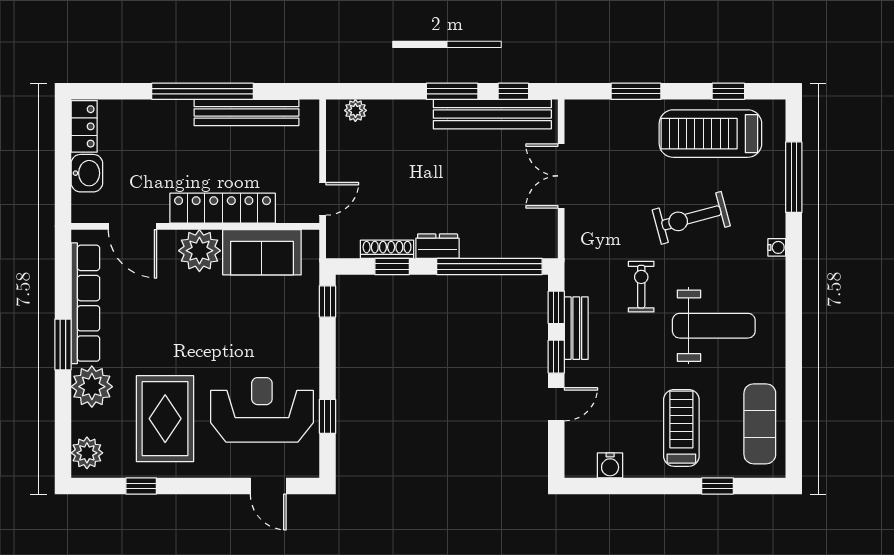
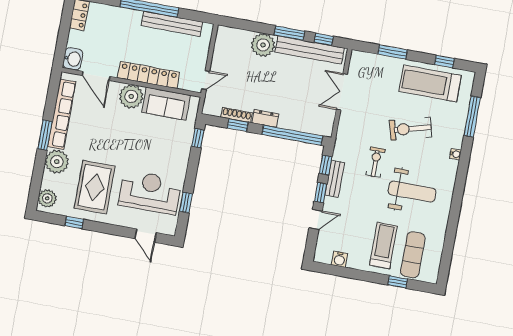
plant: (355, 110) -> (263, 45), moved, width x1.87, depth x1.87
washbasin: (87, 173) -> (73, 59), moved
exercise mat: (760, 424) -> (413, 255), moved

